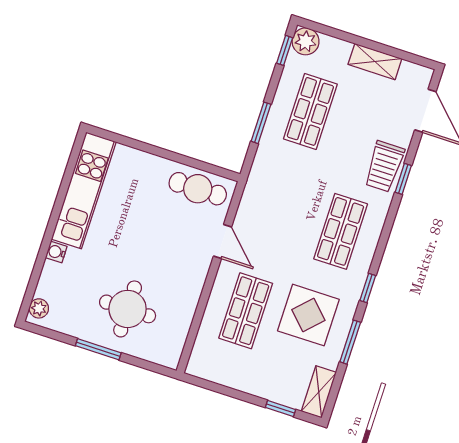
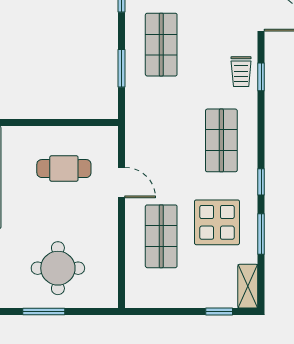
trolley: (384, 166) -> (241, 72), width x0.73, depth x0.72
cafe table: (198, 189) -> (64, 169), moved

